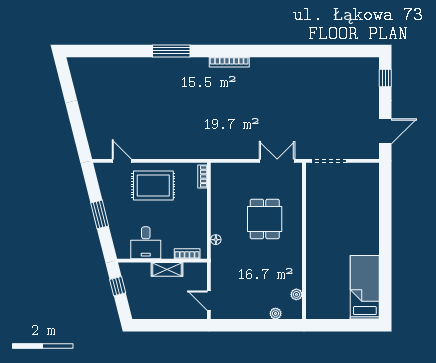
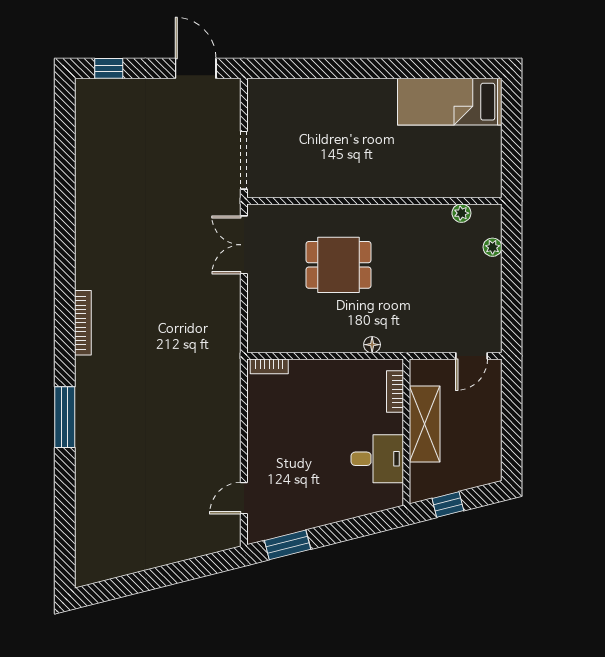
rug: (153, 186) -> (284, 446), removed
window: (100, 214) -> (288, 545), moved
shelving: (167, 269) -> (425, 424), width x1.50, depth x1.33

